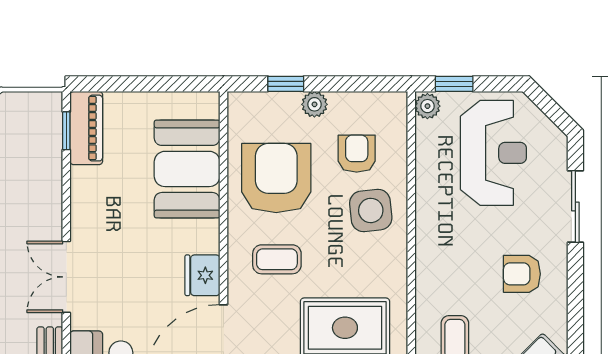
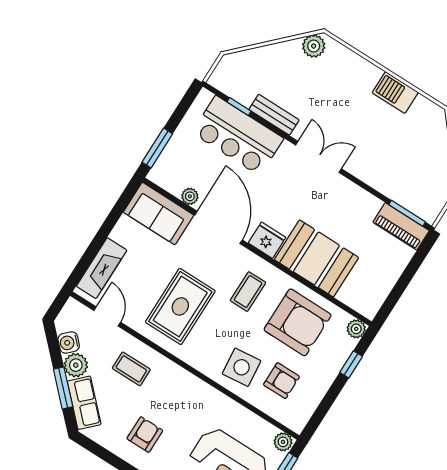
plant: (314, 104) -> (356, 329), moved
window: (66, 131) -> (407, 213), width x1.50
booth: (187, 169) -> (316, 258), moved

